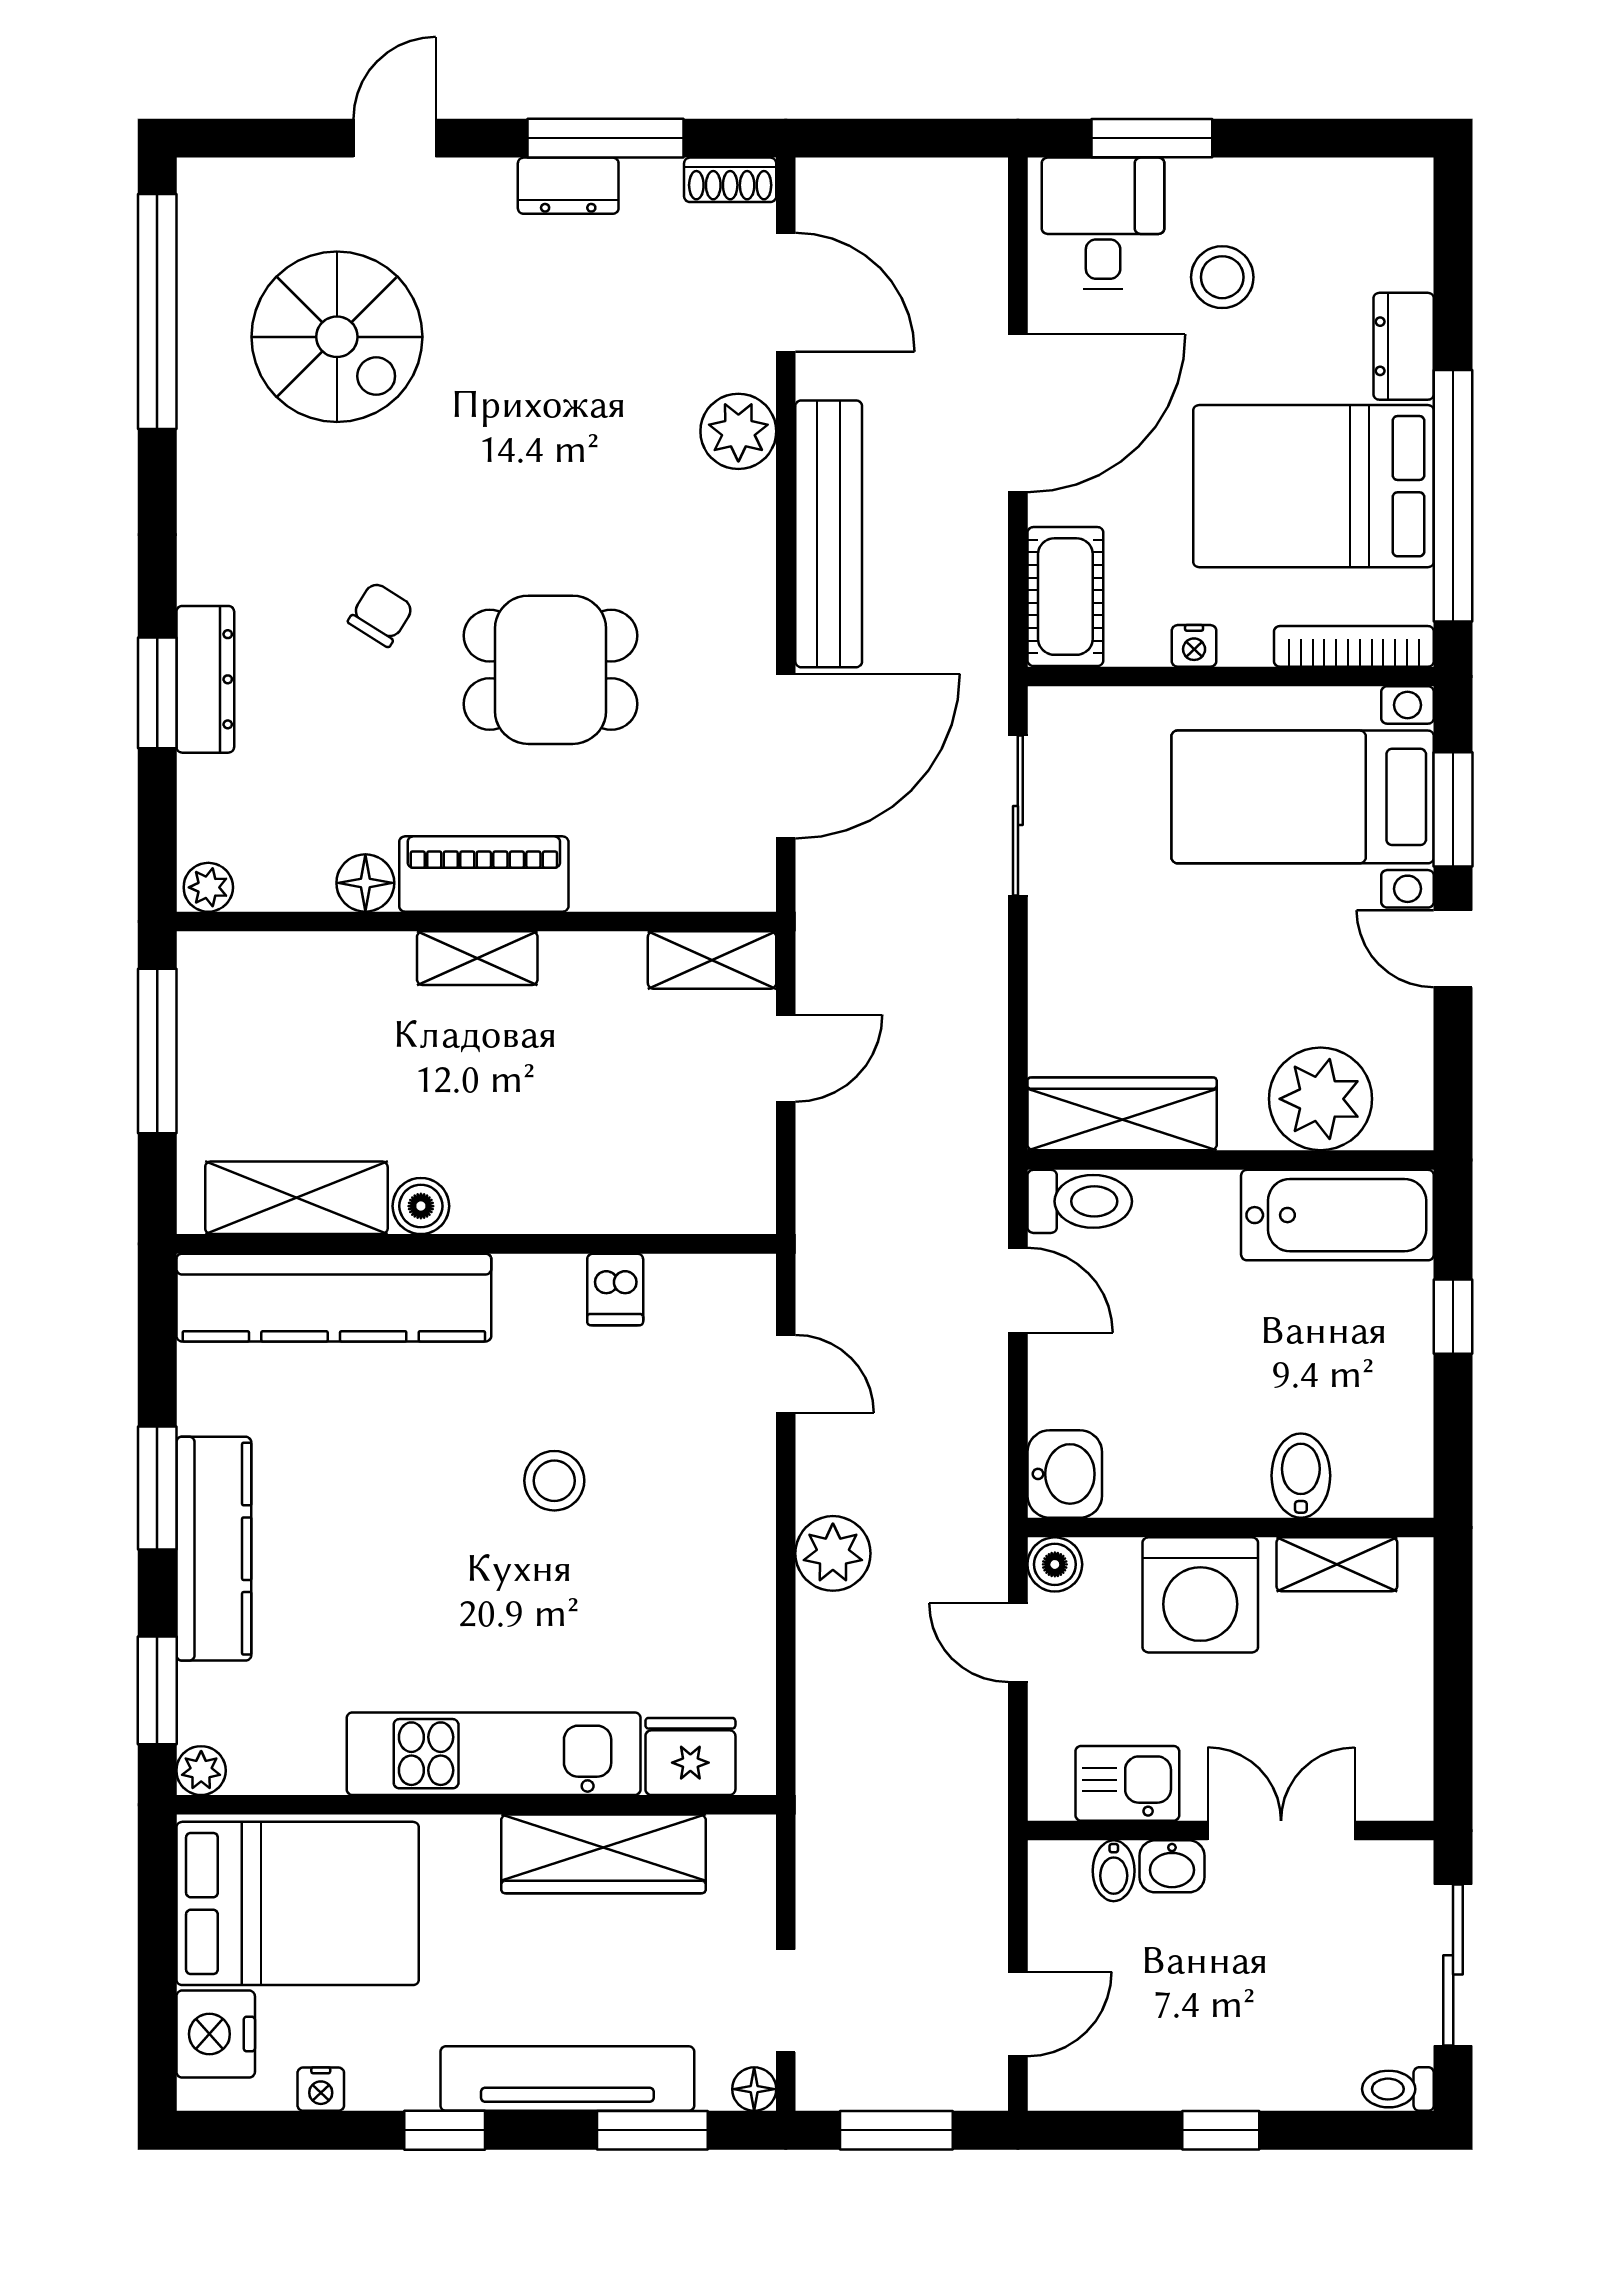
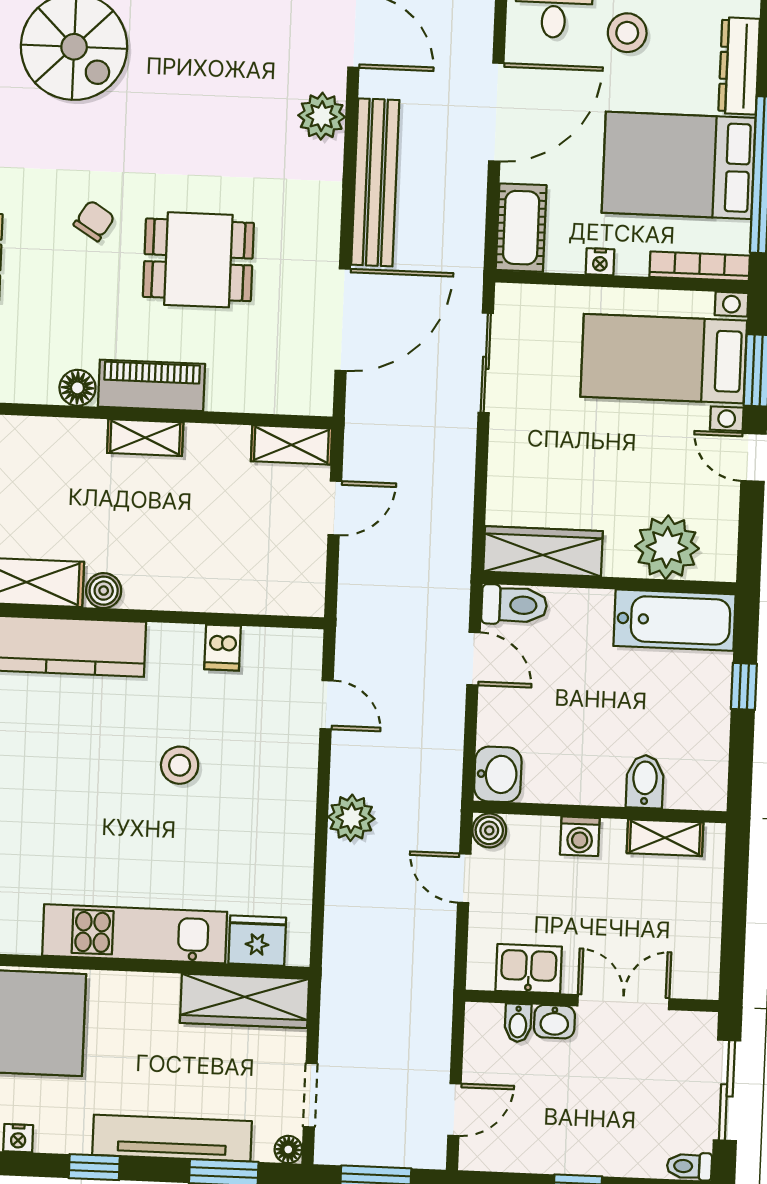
dresser: (1404, 346) -> (739, 66), width x1.44
washing machine: (1200, 1595) -> (580, 836), width x0.53, depth x0.53
wardrobe: (603, 1854) -> (244, 1001), moved

